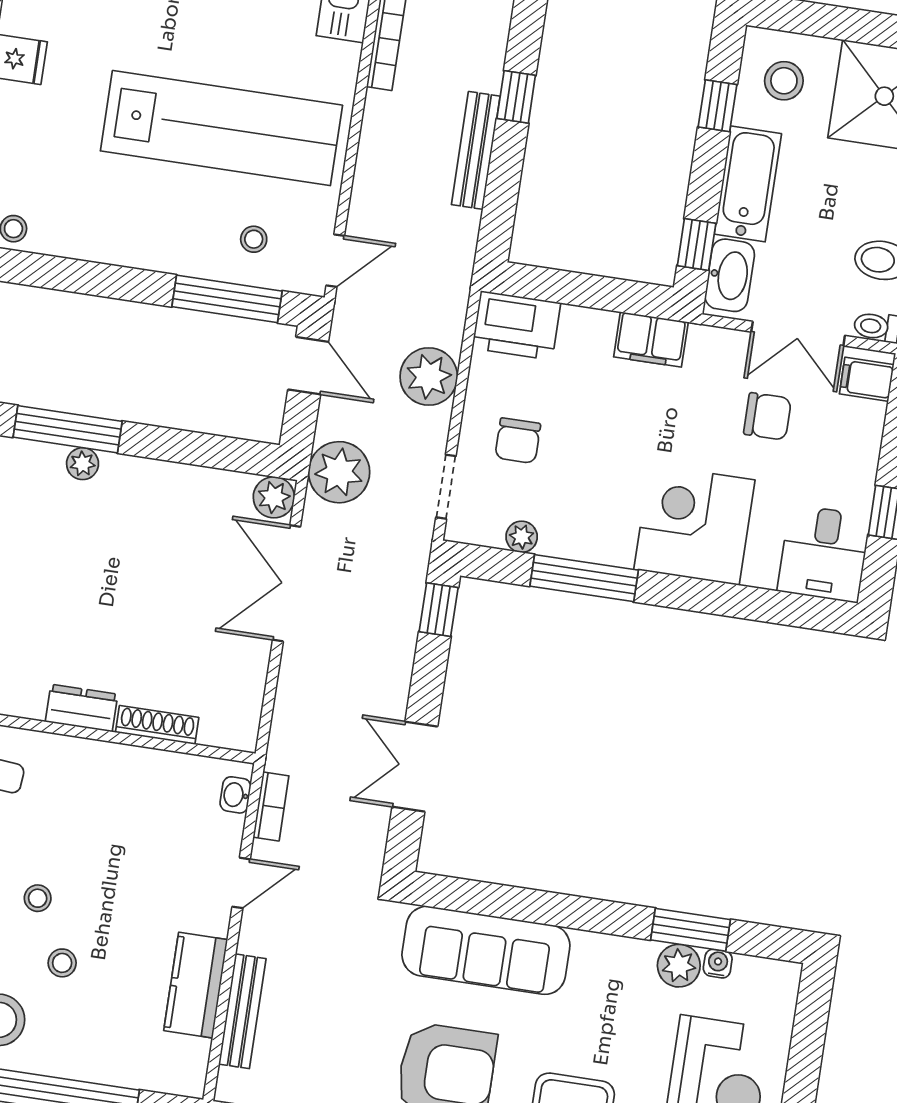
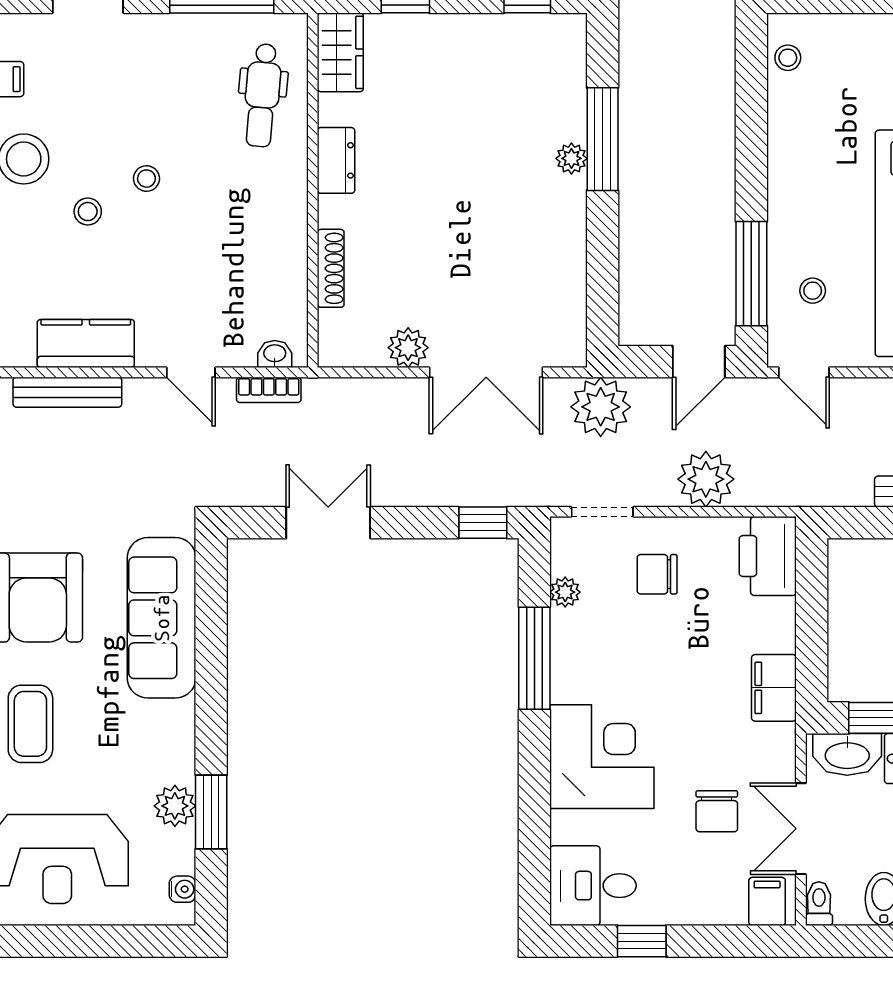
plant: (274, 497) -> (408, 348), moved
double door: (287, 583) -> (486, 372), swing flipped
dresser: (81, 708) -> (336, 160), moved
water cooler: (718, 964) -> (183, 889), moved

